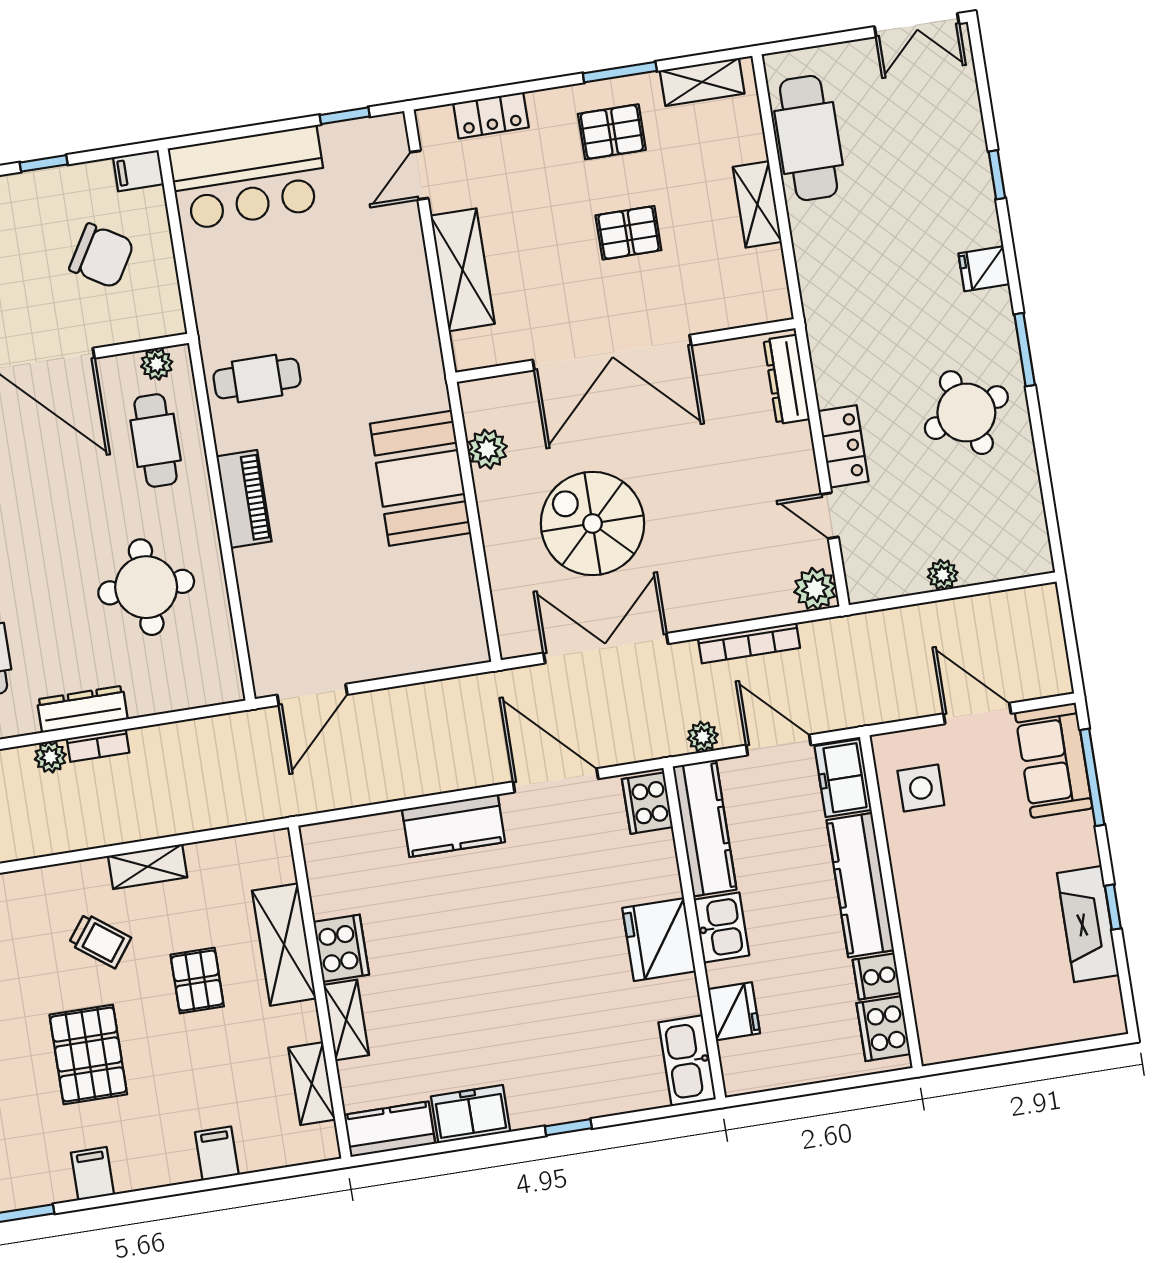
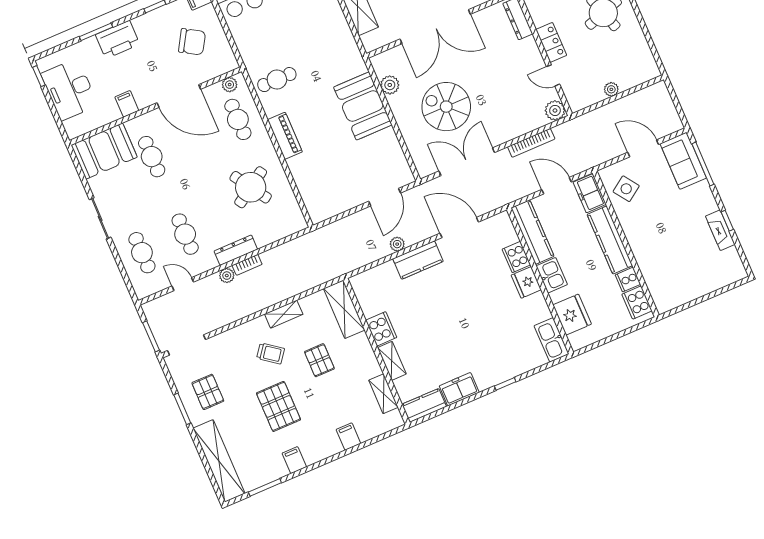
round table: (146, 587) -> (251, 187), turned -33
door: (312, 695) -> (385, 197), moved
plant: (703, 737) -> (397, 244), moved
side table: (921, 788) -> (626, 189), turned -35
cooker: (647, 803) -> (516, 257), moved
fireplace: (1088, 924) -> (720, 230), width x0.73, depth x0.76
fridge: (659, 940) -> (526, 282), width x0.73, depth x0.75
shelving: (284, 945) -> (344, 309), moved
fridge: (734, 1011) -> (572, 315), width x1.36, depth x1.34

